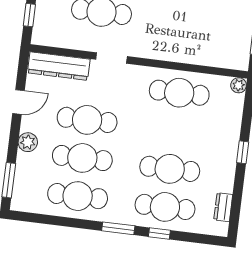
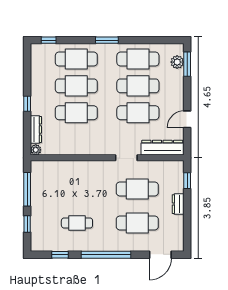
cafe table: (179, 93) -> (76, 113), moved
plant: (28, 142) -> (177, 62), moved
dresser: (223, 207) -> (36, 129), moved, width x1.44
window: (159, 233) -> (49, 40), moved

